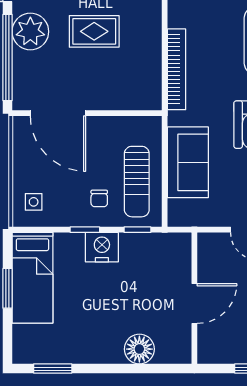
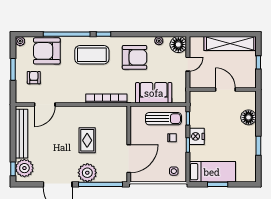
window: (53, 369) -> (258, 146), moved

